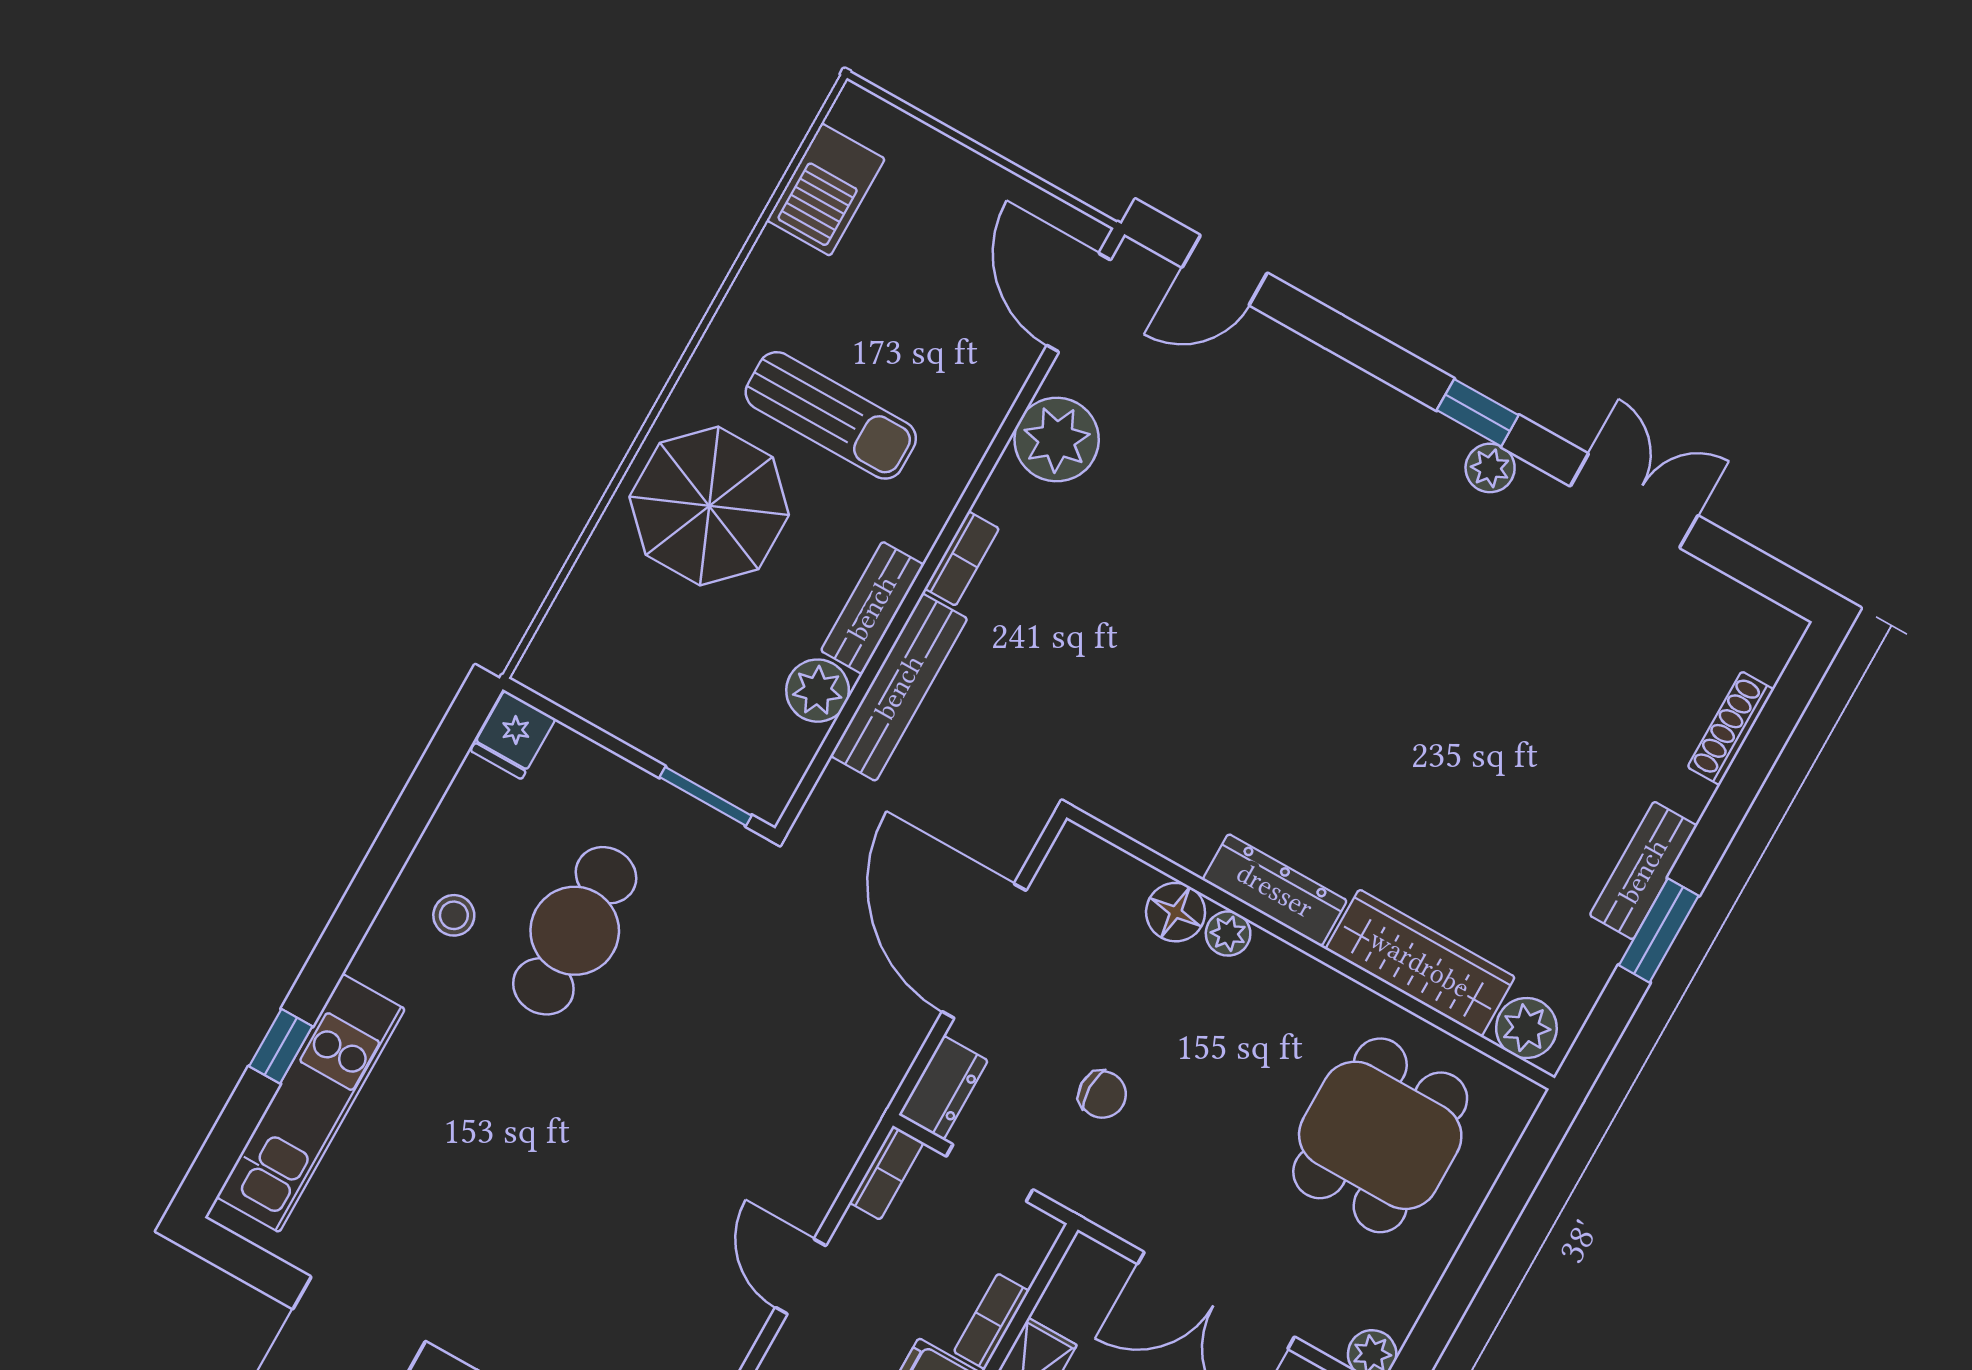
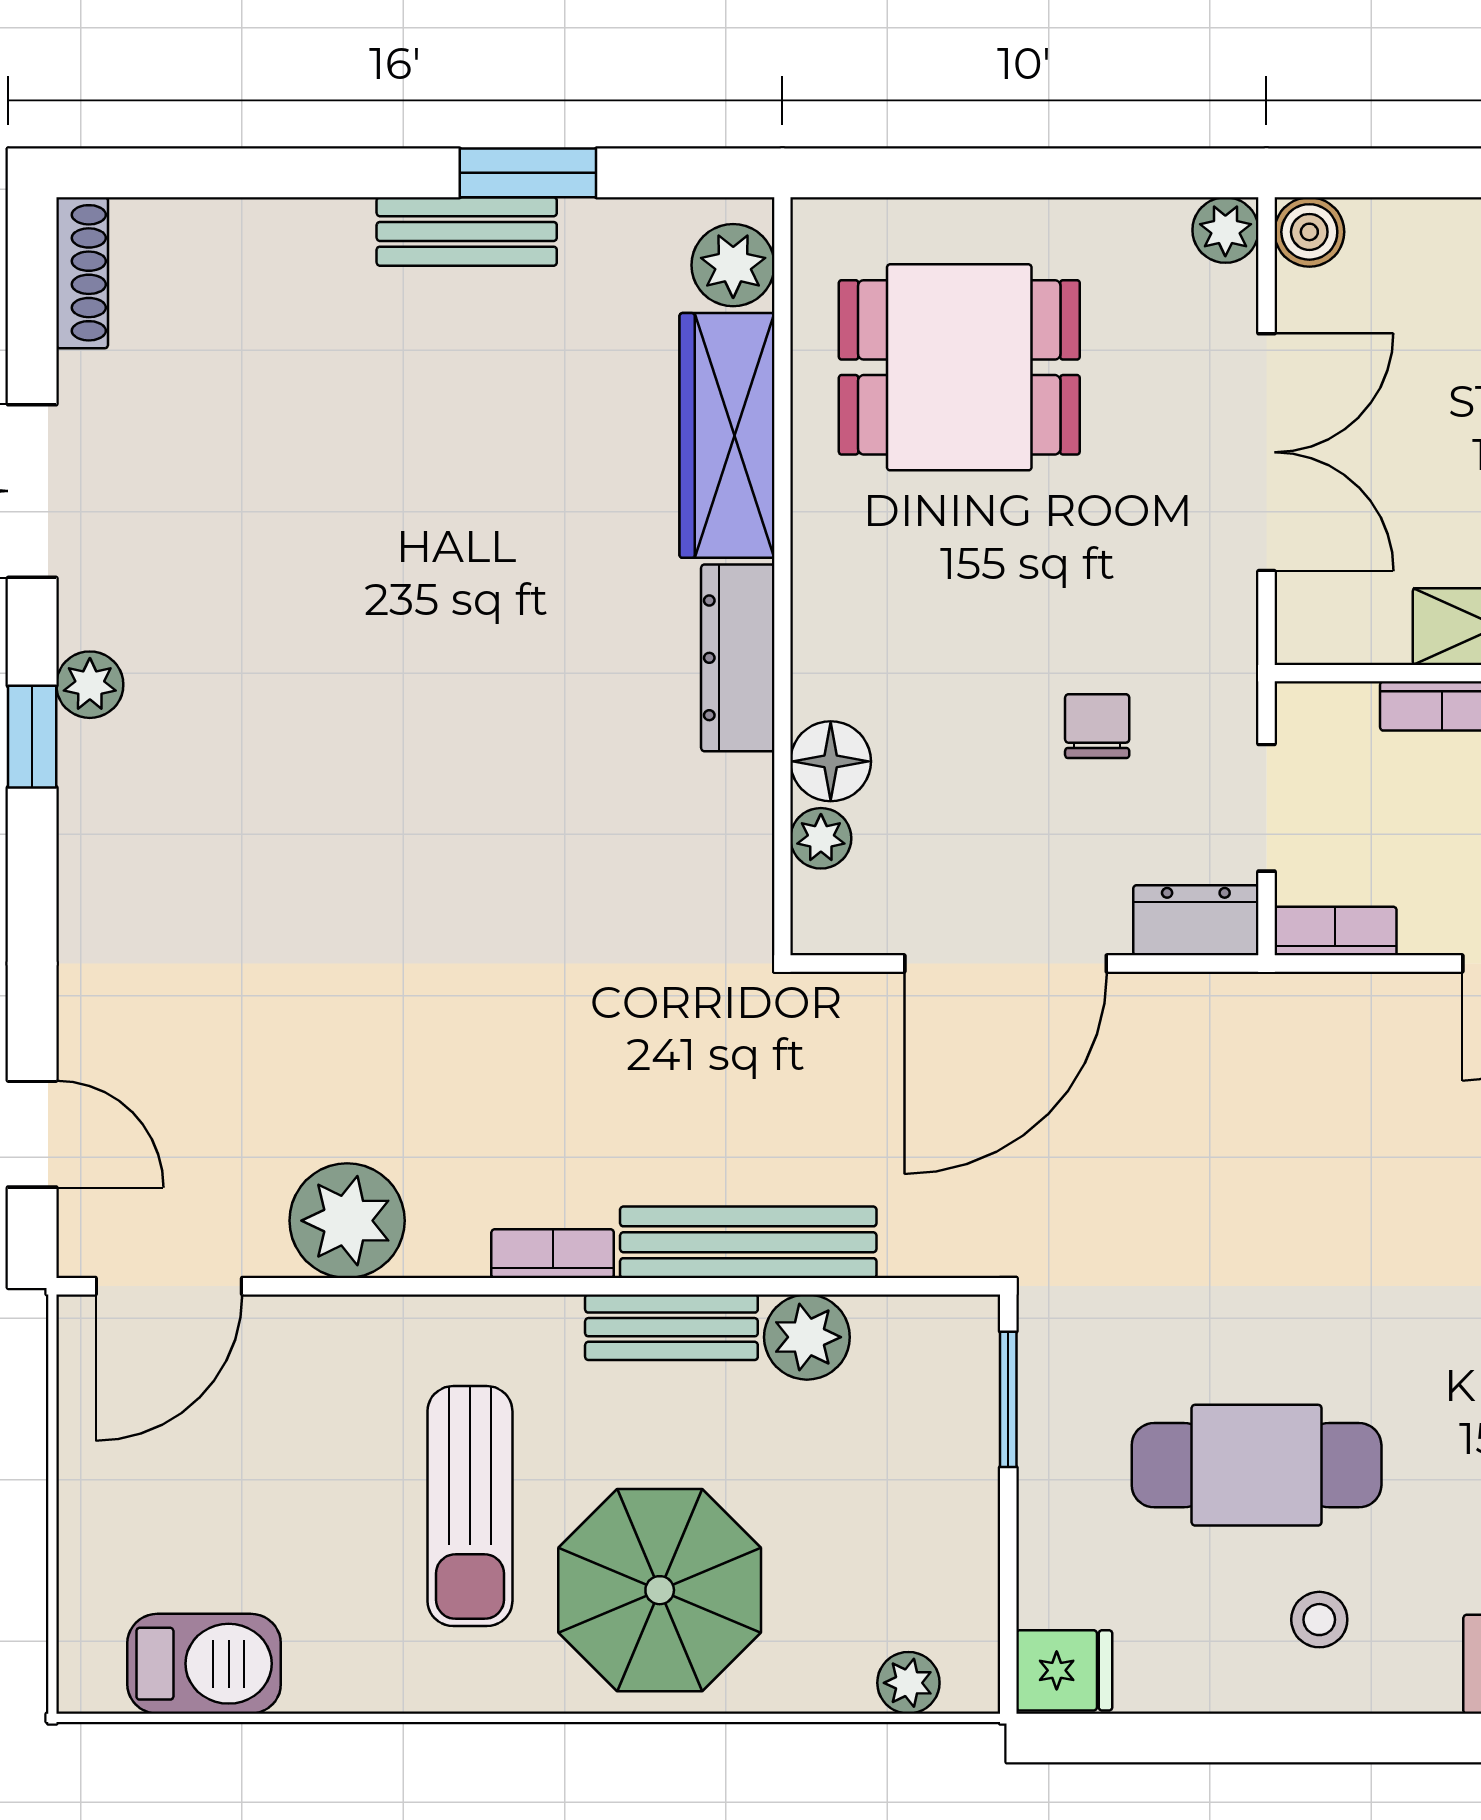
sun lounger: (831, 415) -> (470, 1506), turned 180
plant: (561, 631) -> (908, 1683), added
shoe rack: (1731, 728) -> (82, 273), moved, turned -90
plant: (1228, 934) -> (821, 838), moved

